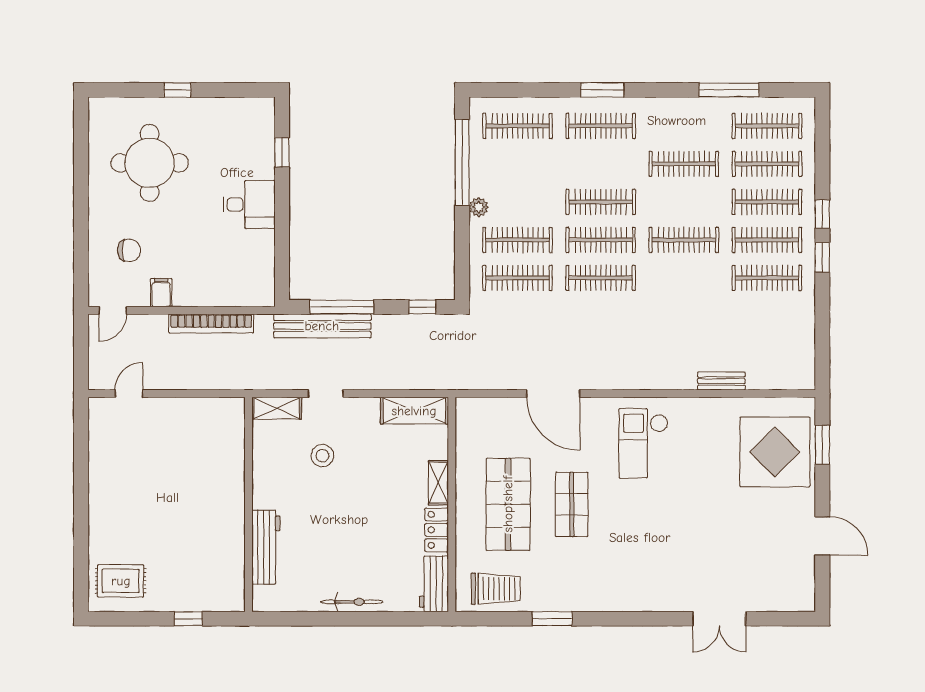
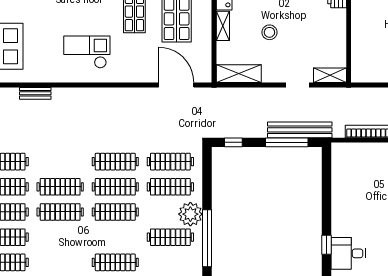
clothes rail: (518, 126) -> (170, 237), moved
clothes rail: (684, 164) -> (60, 212), moved
desk: (249, 204) -> (348, 253), moved
plant: (479, 207) -> (190, 214), width x1.87, depth x1.87
door: (553, 394) -> (176, 85), moved
checkout: (643, 443) -> (87, 52), turned -90
stool: (322, 456) -> (269, 32), moved

